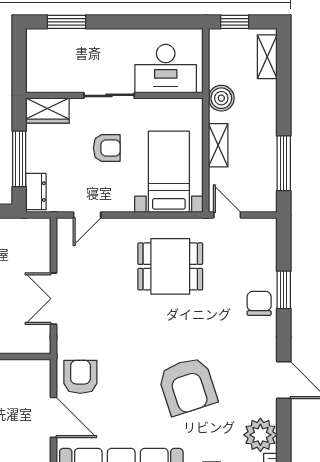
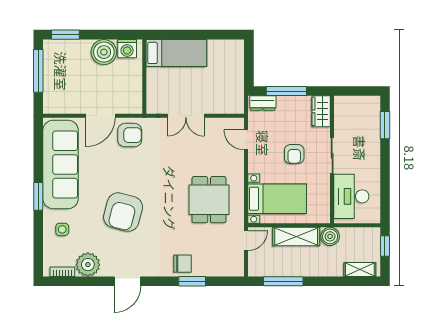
shelving: (218, 145) -> (296, 237), width x1.50, depth x1.33
double door: (54, 299) -> (186, 116), swing flipped
armchair: (187, 386) -> (123, 212), turned -57

